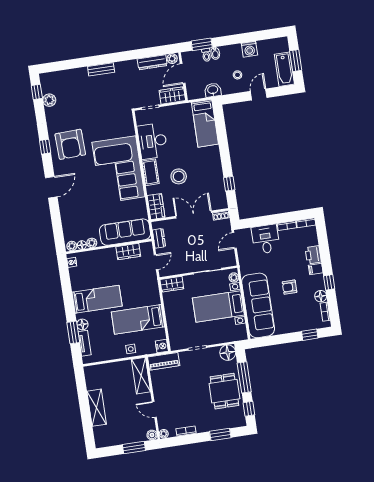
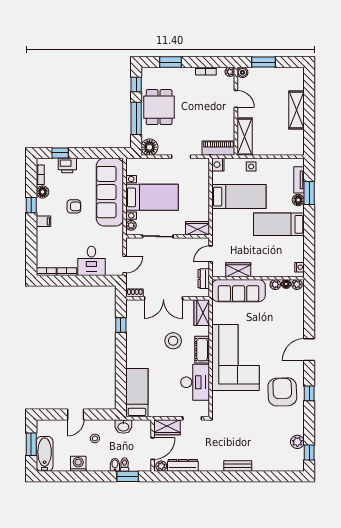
bathtub: (284, 69) -> (45, 454), moved
printer: (313, 255) -> (67, 165), moved, turned 90

